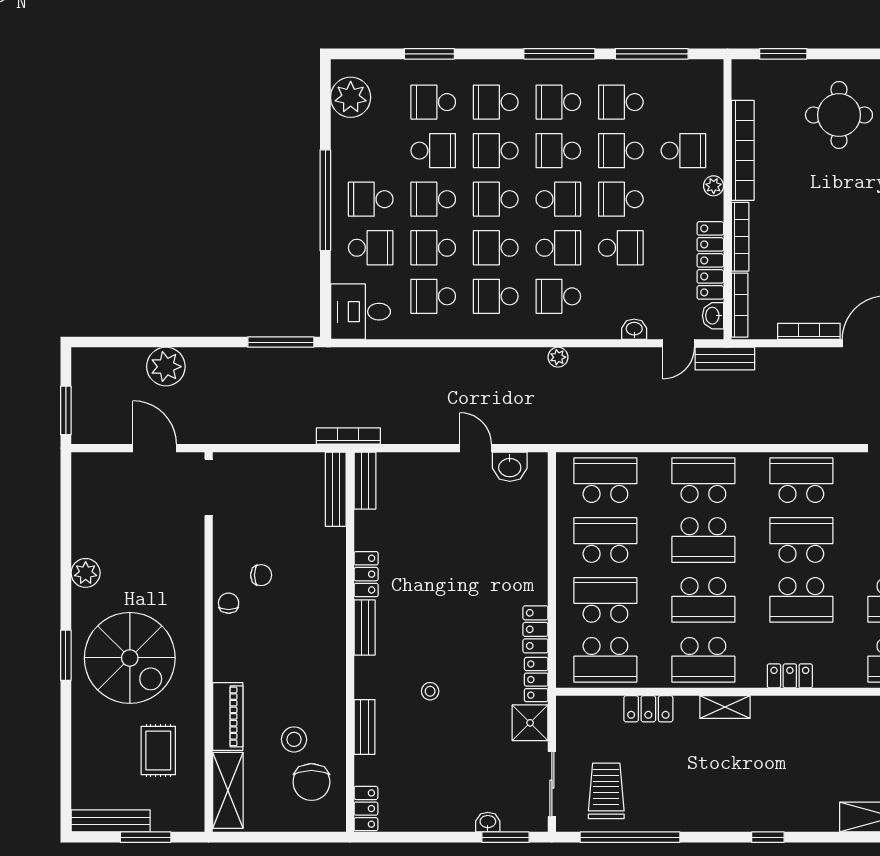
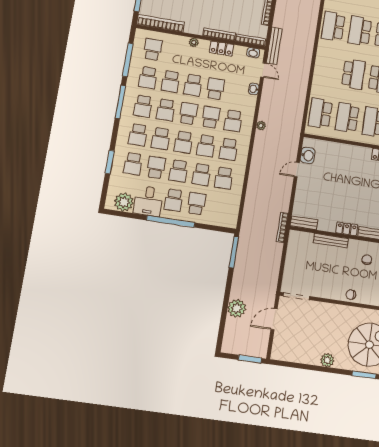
bookcase: (743, 150) -> (161, 23), moved
school desk: (683, 151) -> (153, 49), moved
locker: (710, 260) -> (221, 49), width x0.66
desk: (360, 312) -> (148, 201), moved
bench: (725, 359) -> (274, 46), width x1.36
school desk: (703, 480) -> (327, 69), removed
bench: (336, 489) -> (331, 241), moved
chair: (261, 575) -> (367, 260), moved

